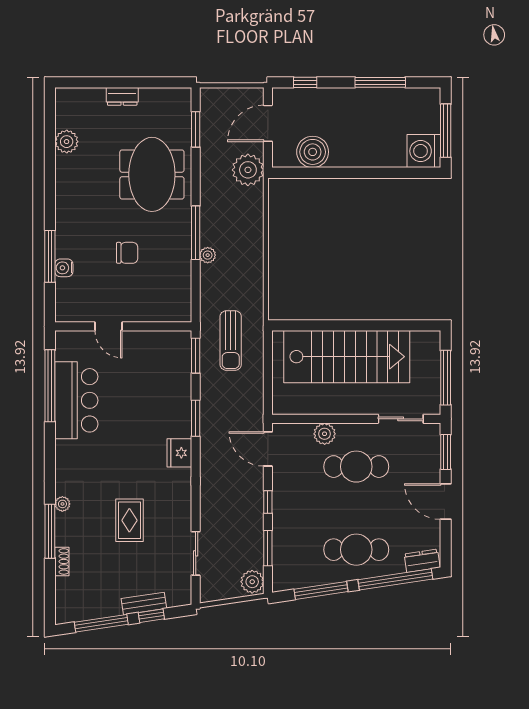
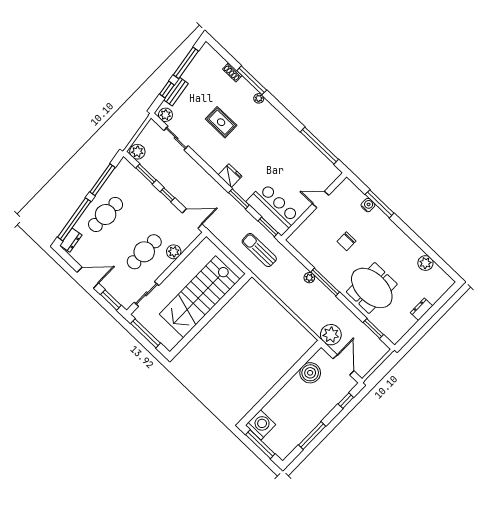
bar counter: (76, 400) -> (273, 209), moved, turned 180
plant: (181, 590) -> (165, 115), added

